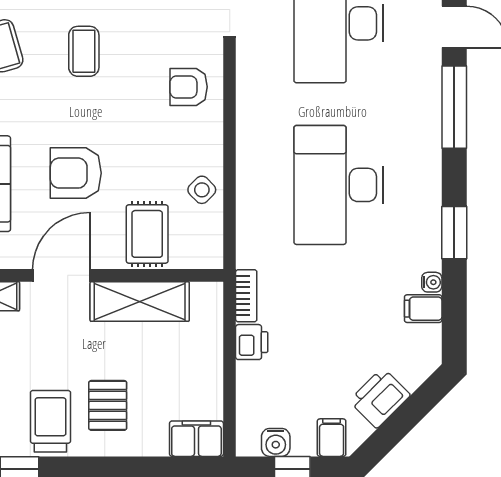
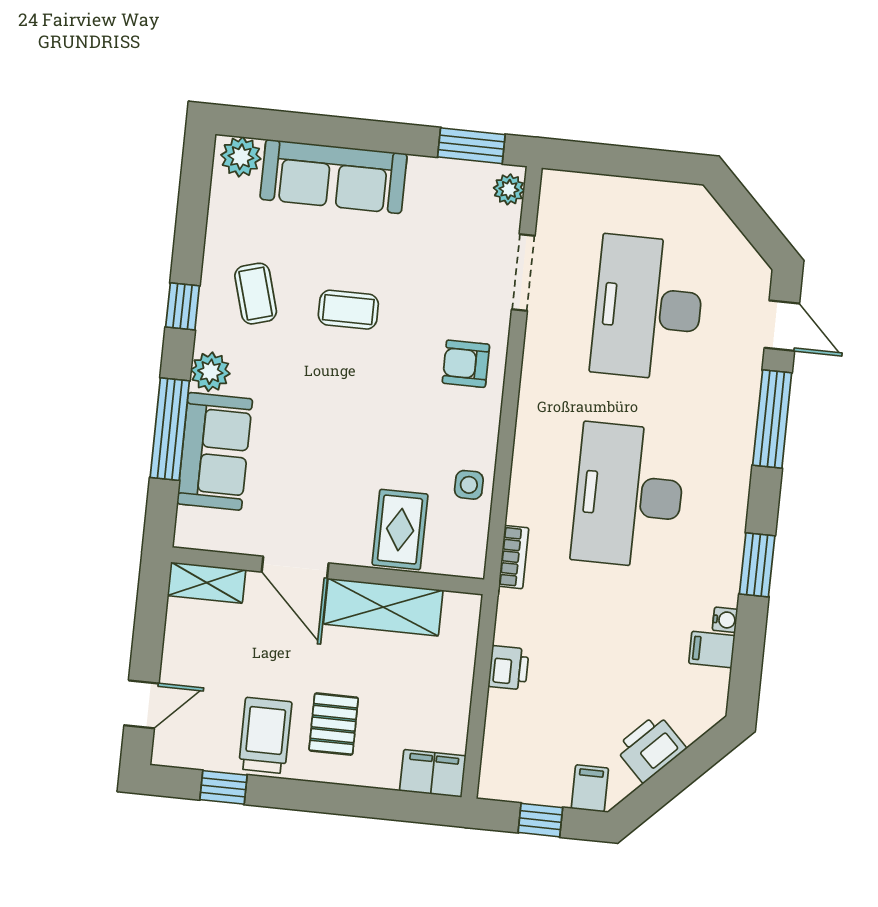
coffee table: (84, 51) -> (348, 310), turned 90
armchair: (76, 173) -> (324, 450), removed
side table: (202, 190) -> (469, 485), turned 45
door: (61, 275) -> (295, 567), swing flipped
bookcase: (246, 296) -> (514, 557), moved
water cooler: (276, 442) -> (524, 787), removed

